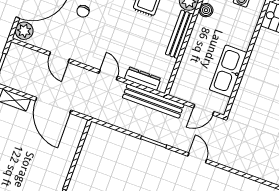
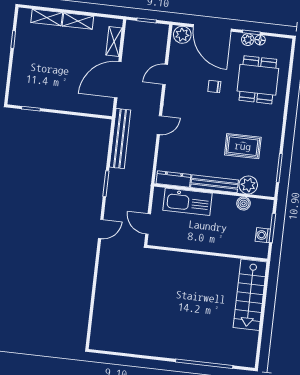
kitchen sink: (228, 71) -> (187, 202), moved, turned 180
dresser: (143, 79) -> (173, 179), moved, turned -90
bench: (153, 101) -> (120, 139), moved

